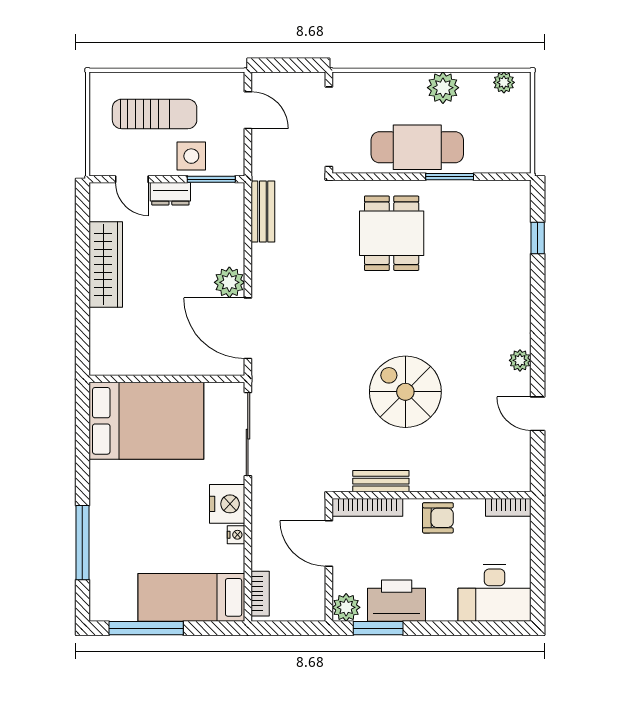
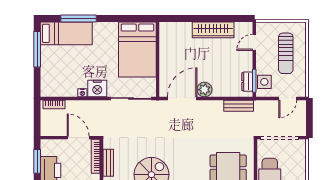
side table: (191, 156) -> (264, 82), moved
dresser: (170, 194) -> (247, 82), moved
door: (329, 543) -> (78, 138), hinge flipped
bed: (191, 597) -> (66, 33), moved, turned 90
plant: (346, 607) -> (47, 146), removed

